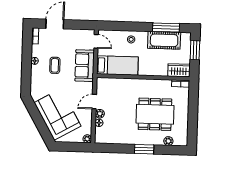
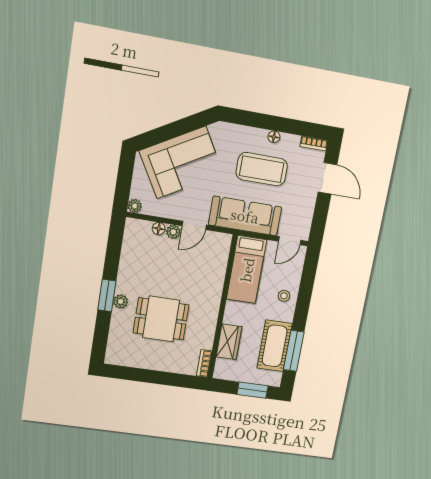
coffee table: (55, 65) -> (262, 169), width x1.86, depth x1.72
sofa: (85, 66) -> (245, 216), width x1.36
wardrobe: (179, 70) -> (229, 342), moved
door: (94, 102) -> (194, 225), swing flipped
dining table: (155, 114) -> (161, 319), width x0.73
plant: (168, 141) -> (121, 302), moved

